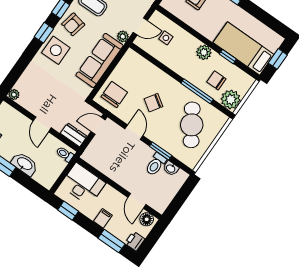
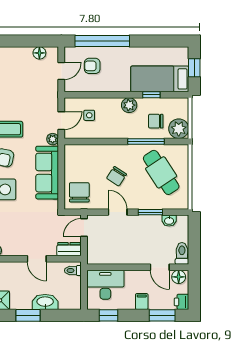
toilet: (156, 164) -> (182, 253), moved, turned 180

